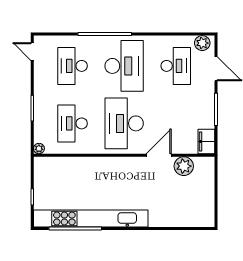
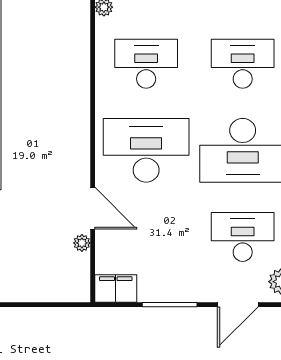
desk: (176, 66) -> (243, 237), turned 180
plant: (184, 166) -> (82, 243), width x0.53, depth x0.53

